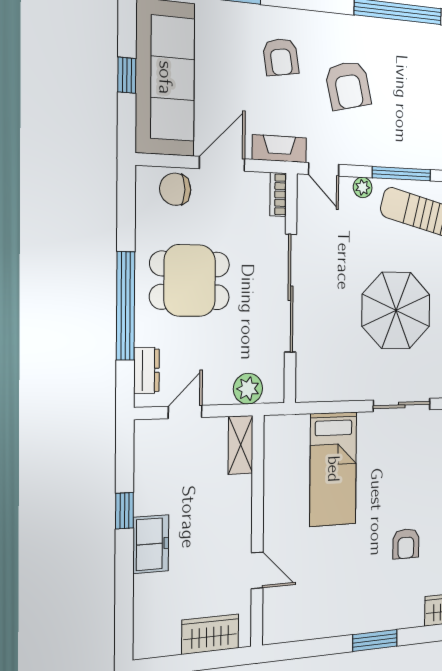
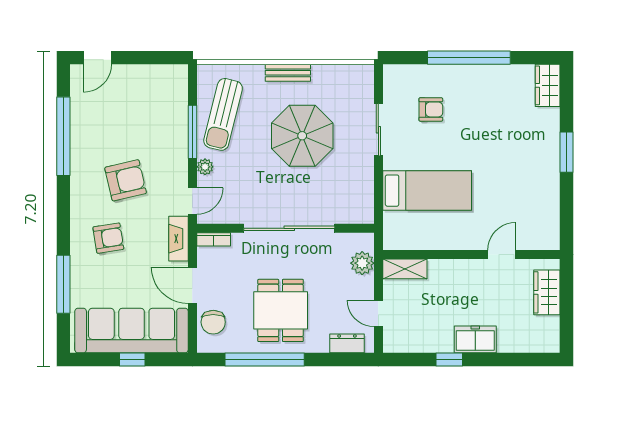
window: (126, 306) -> (265, 360), moved
armchair: (406, 544) -> (431, 109), moved

